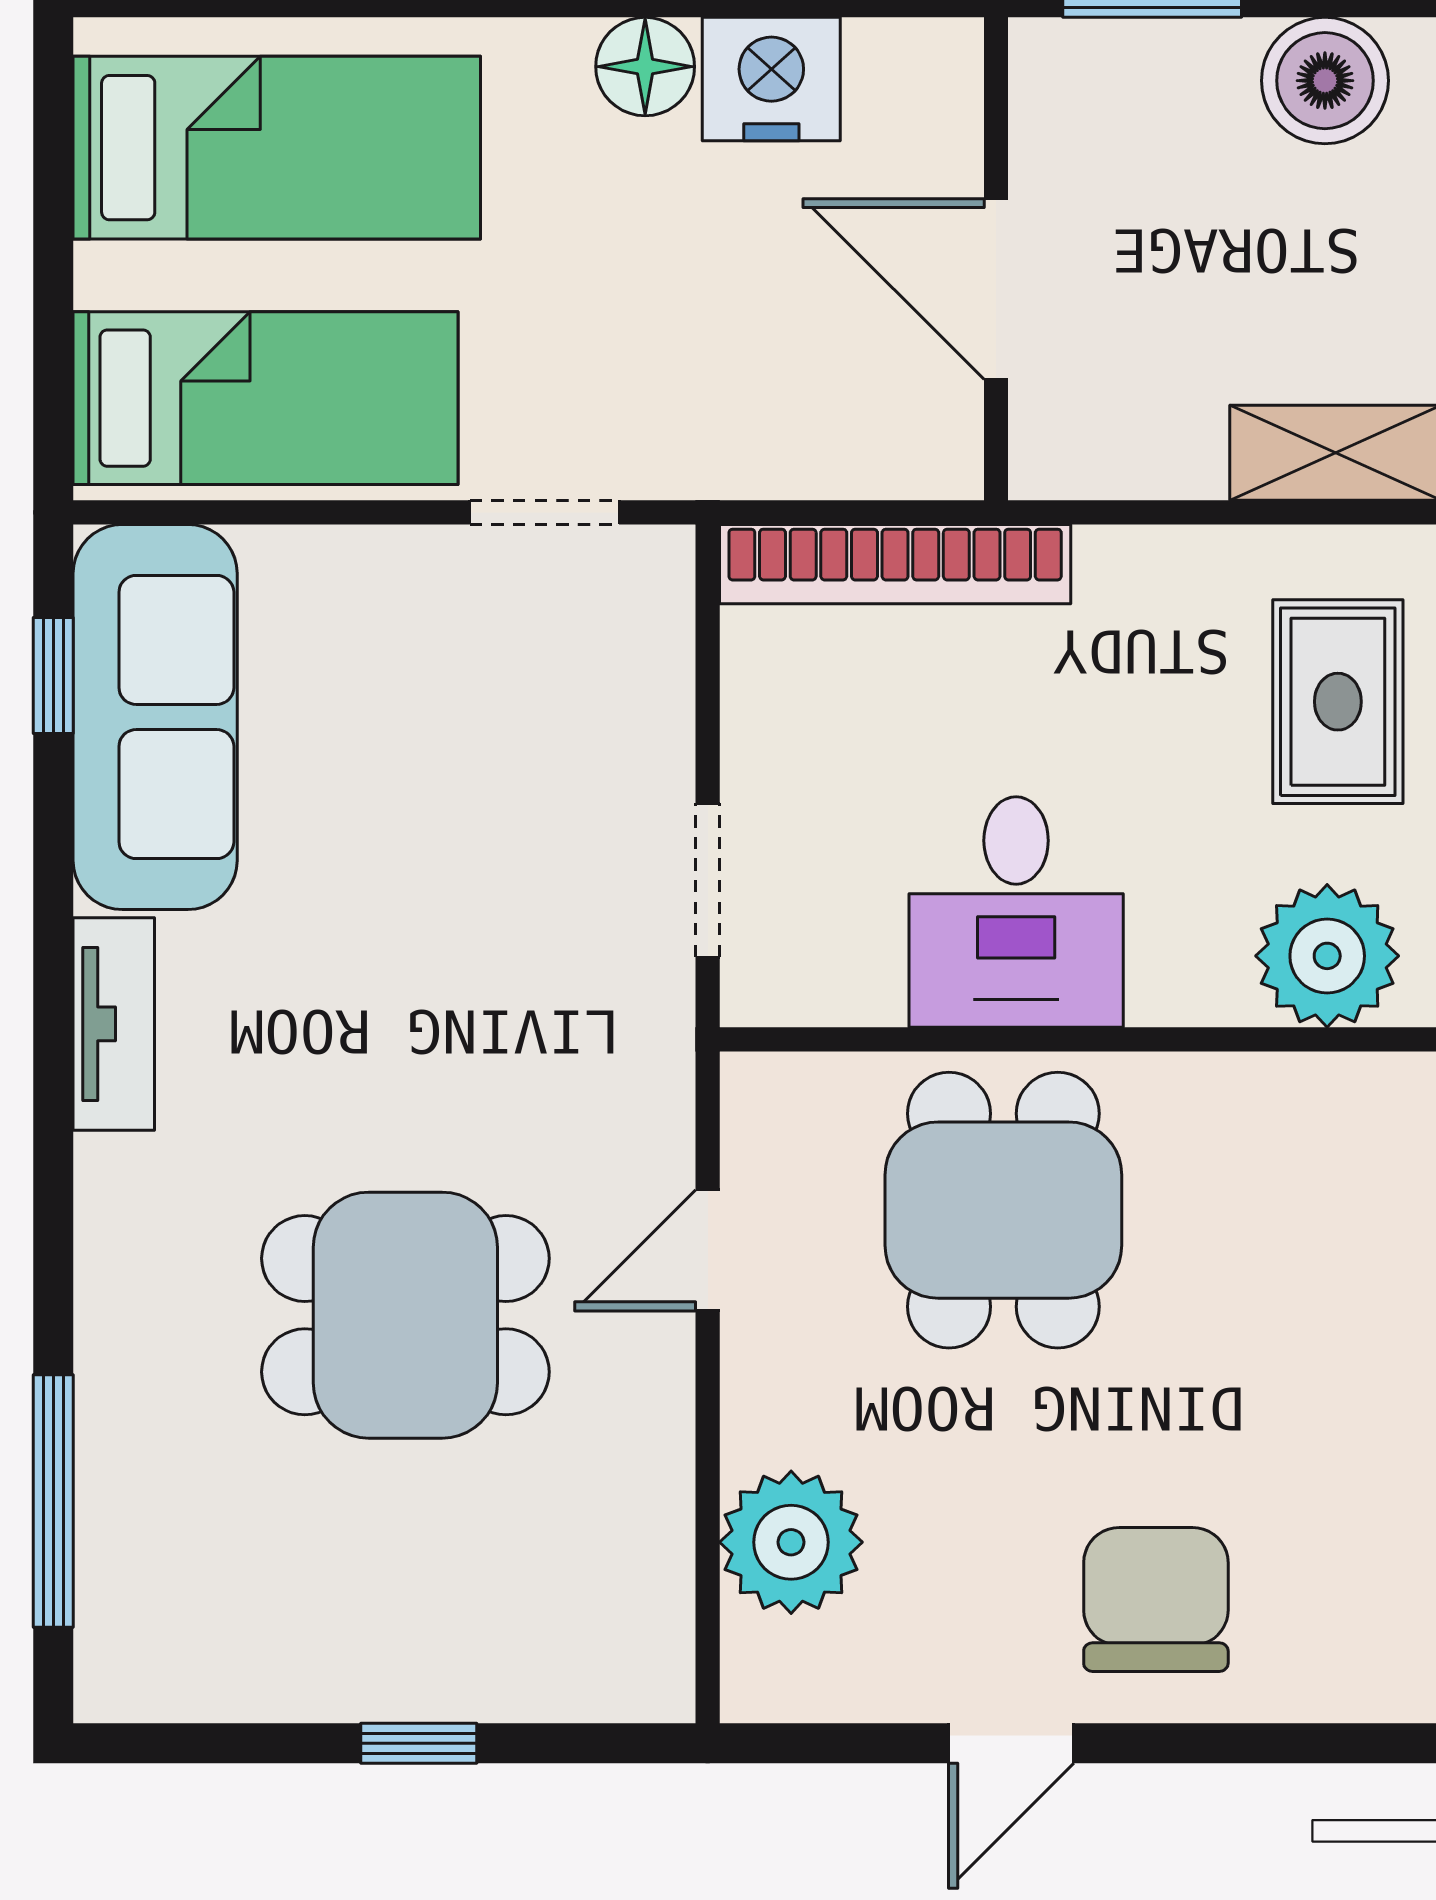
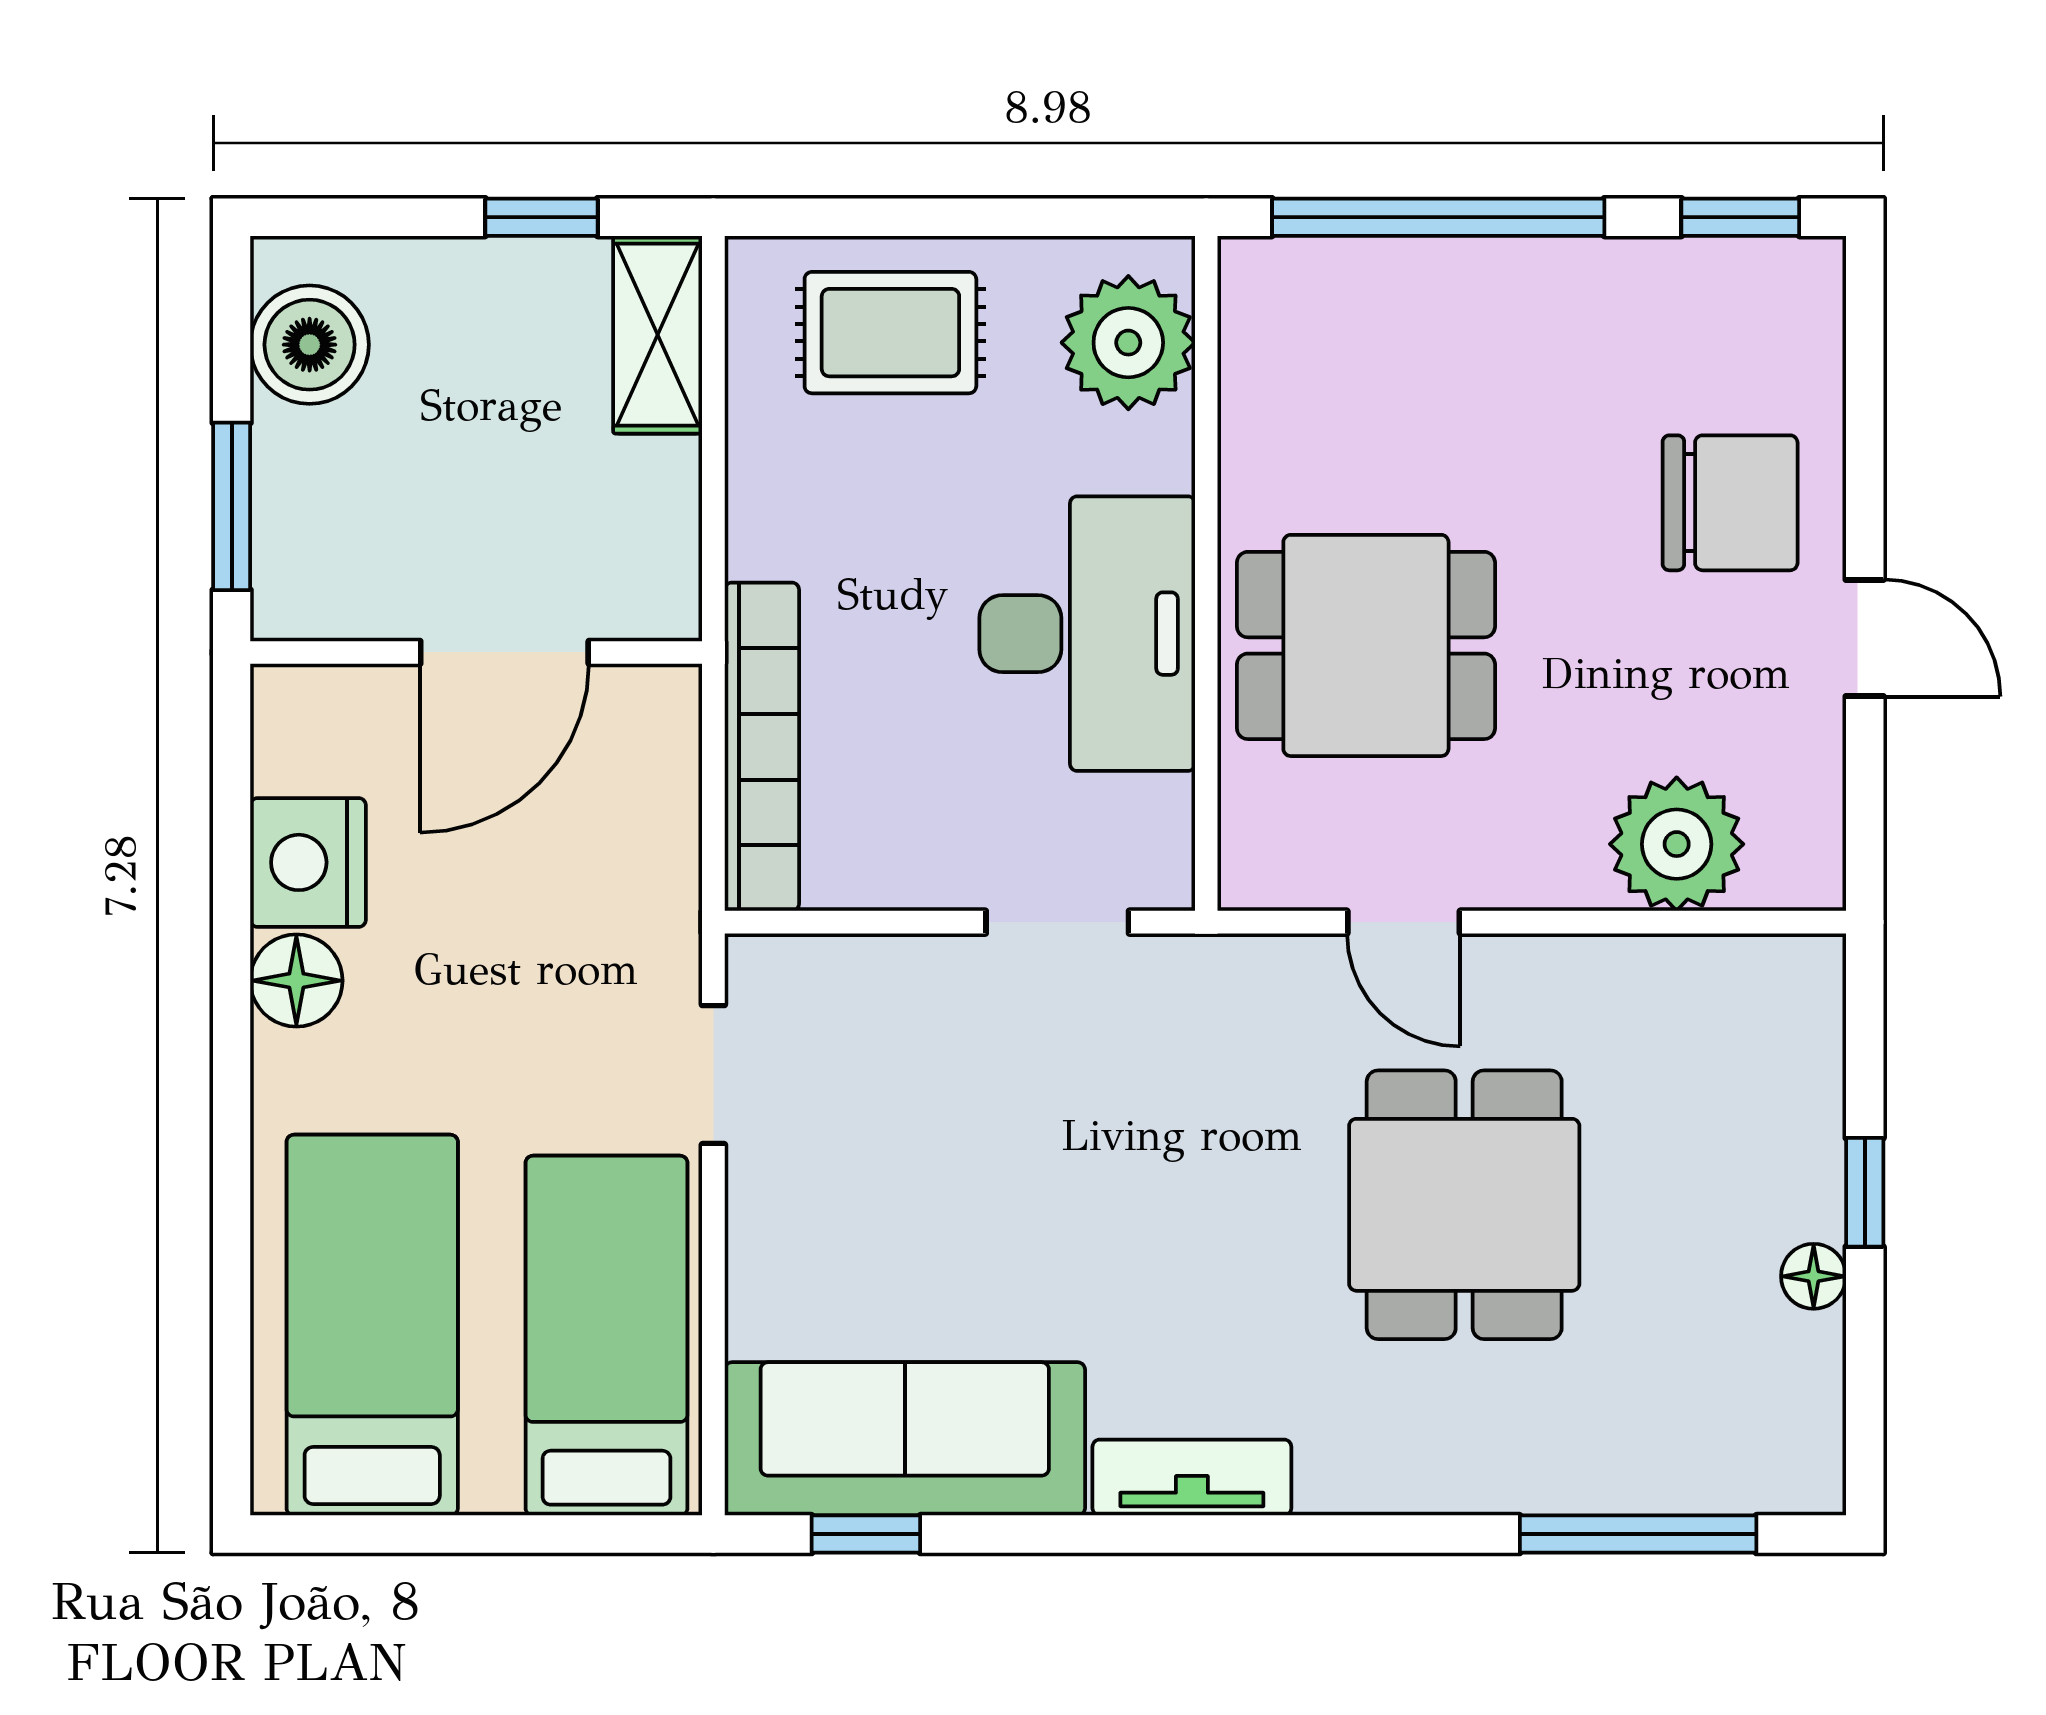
desk: (1016, 912) -> (1087, 634), width x1.37
chair: (1156, 1599) -> (1730, 503), turned 180
floor lamp: (329, 1689) -> (1814, 1276), added

